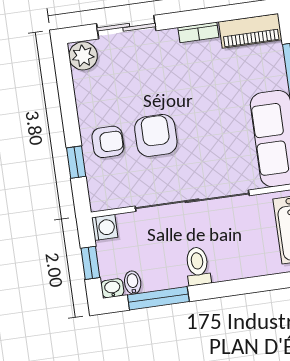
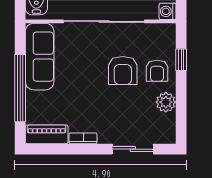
plant: (83, 56) -> (166, 102), moved
armchair: (108, 142) -> (157, 71), turned -90

